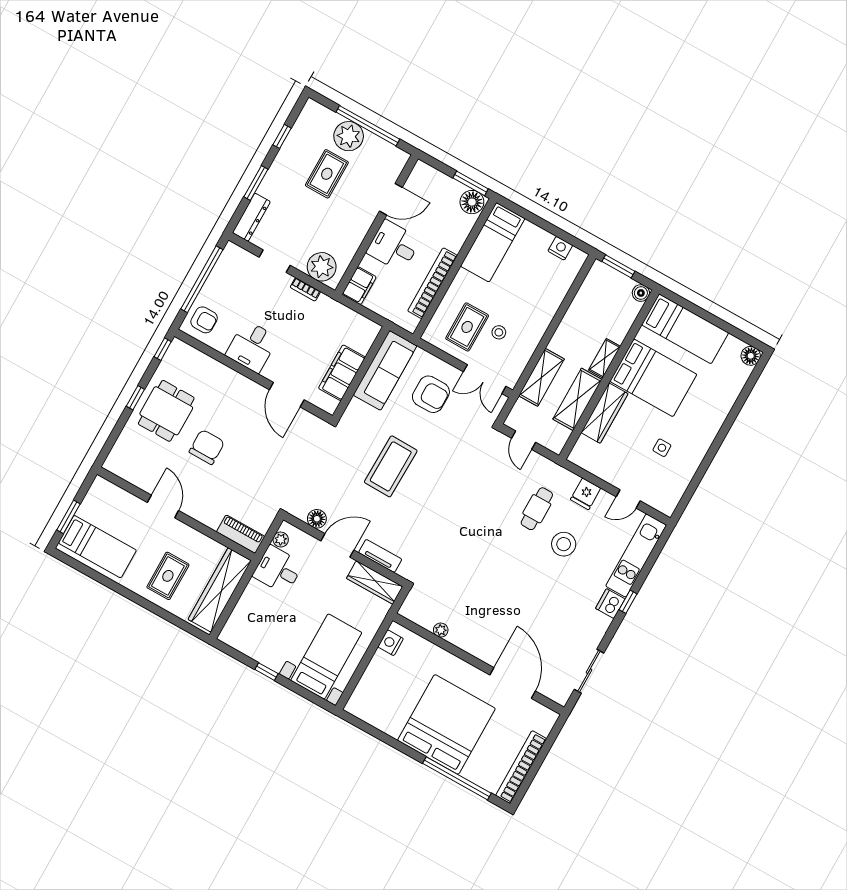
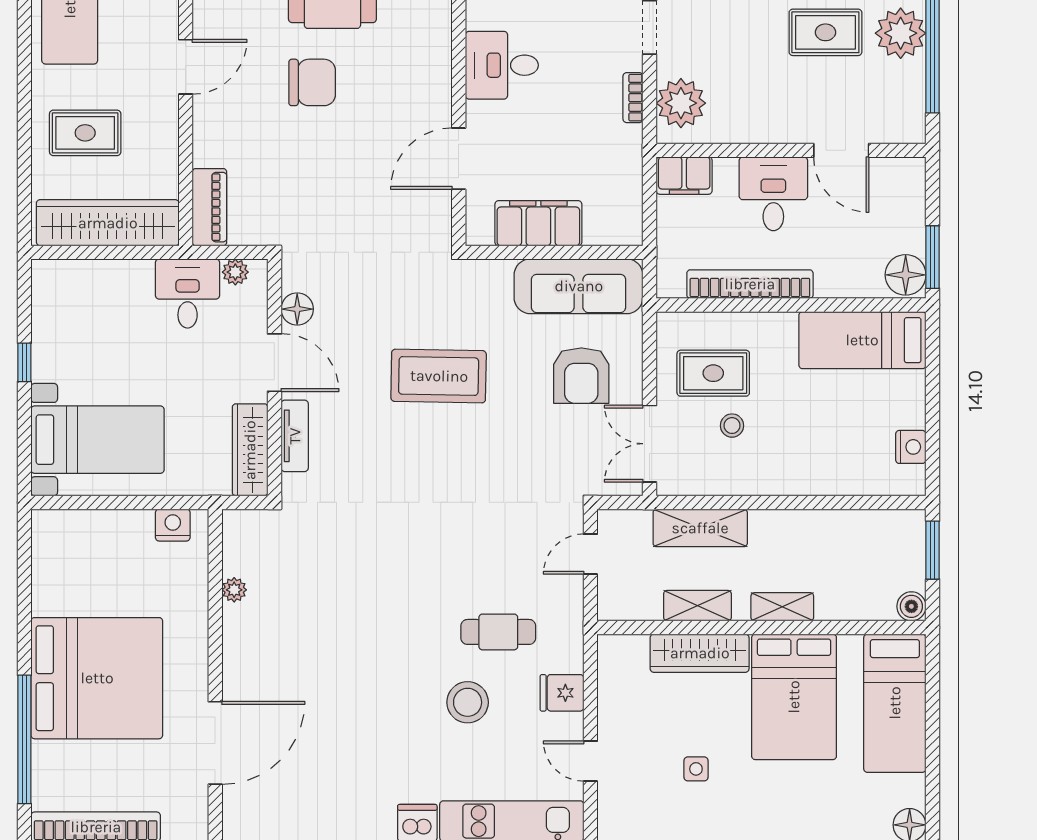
shelving: (577, 399) -> (697, 606), width x0.67, depth x0.75

